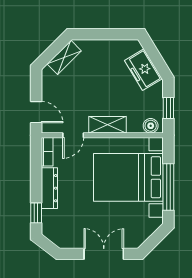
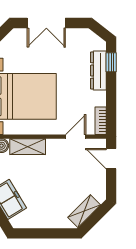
shelving: (108, 125) -> (28, 147), moved
dresser: (49, 188) -> (98, 71), moved

